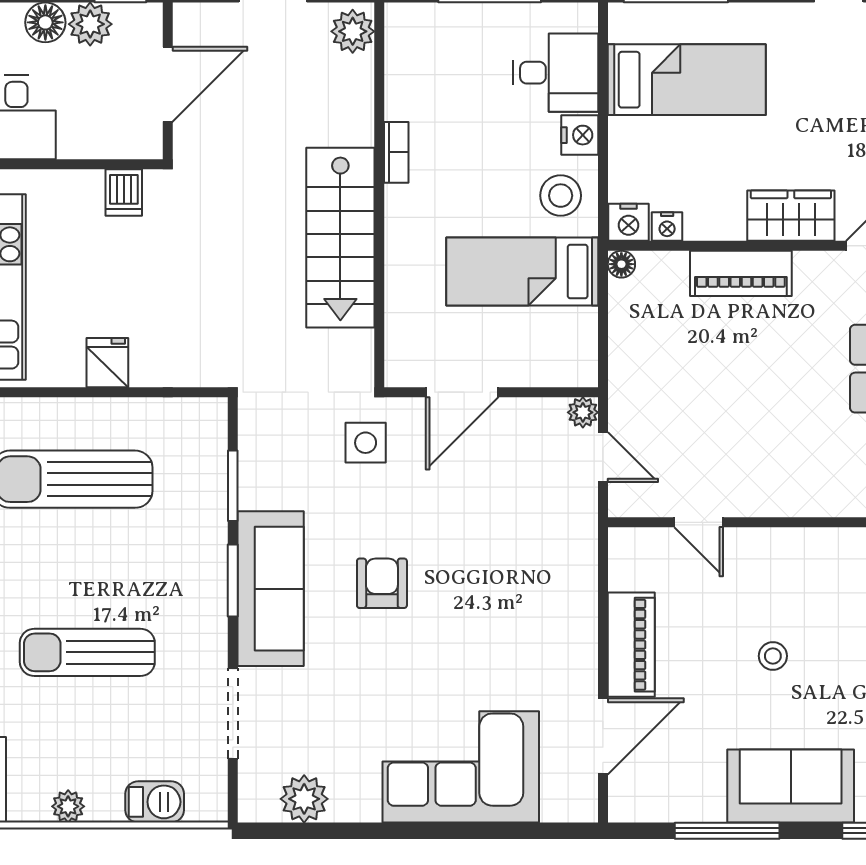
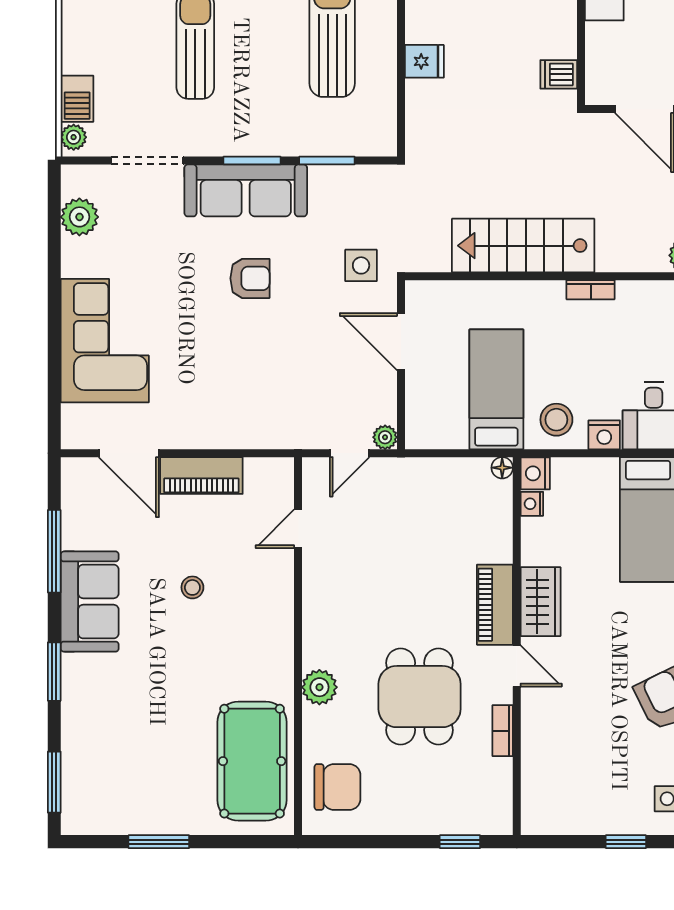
piano: (741, 273) -> (495, 605), moved
plant: (68, 806) -> (74, 137), moved

